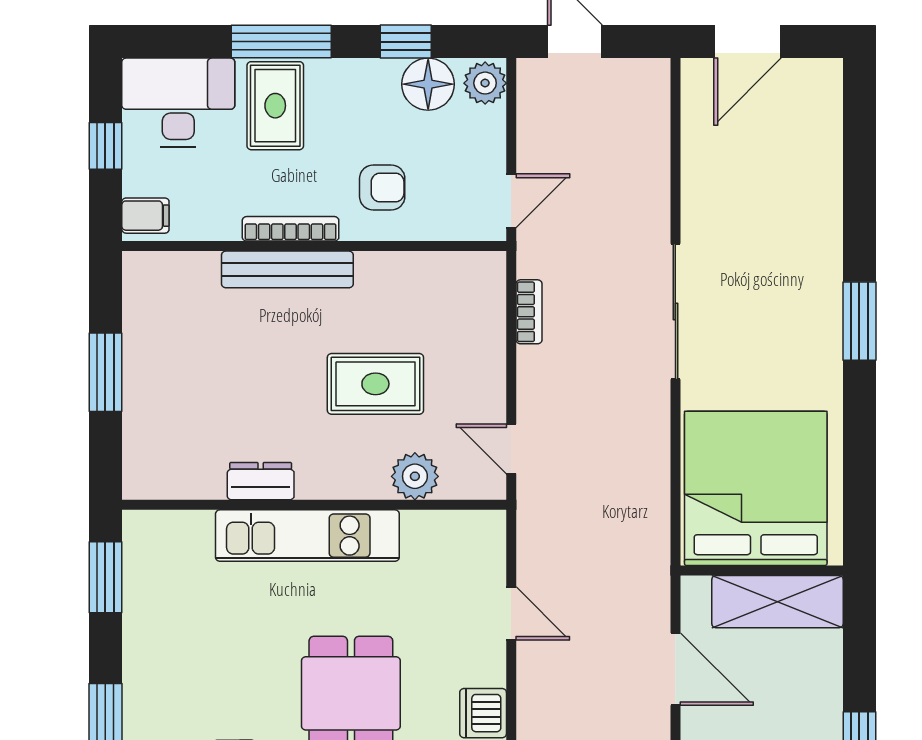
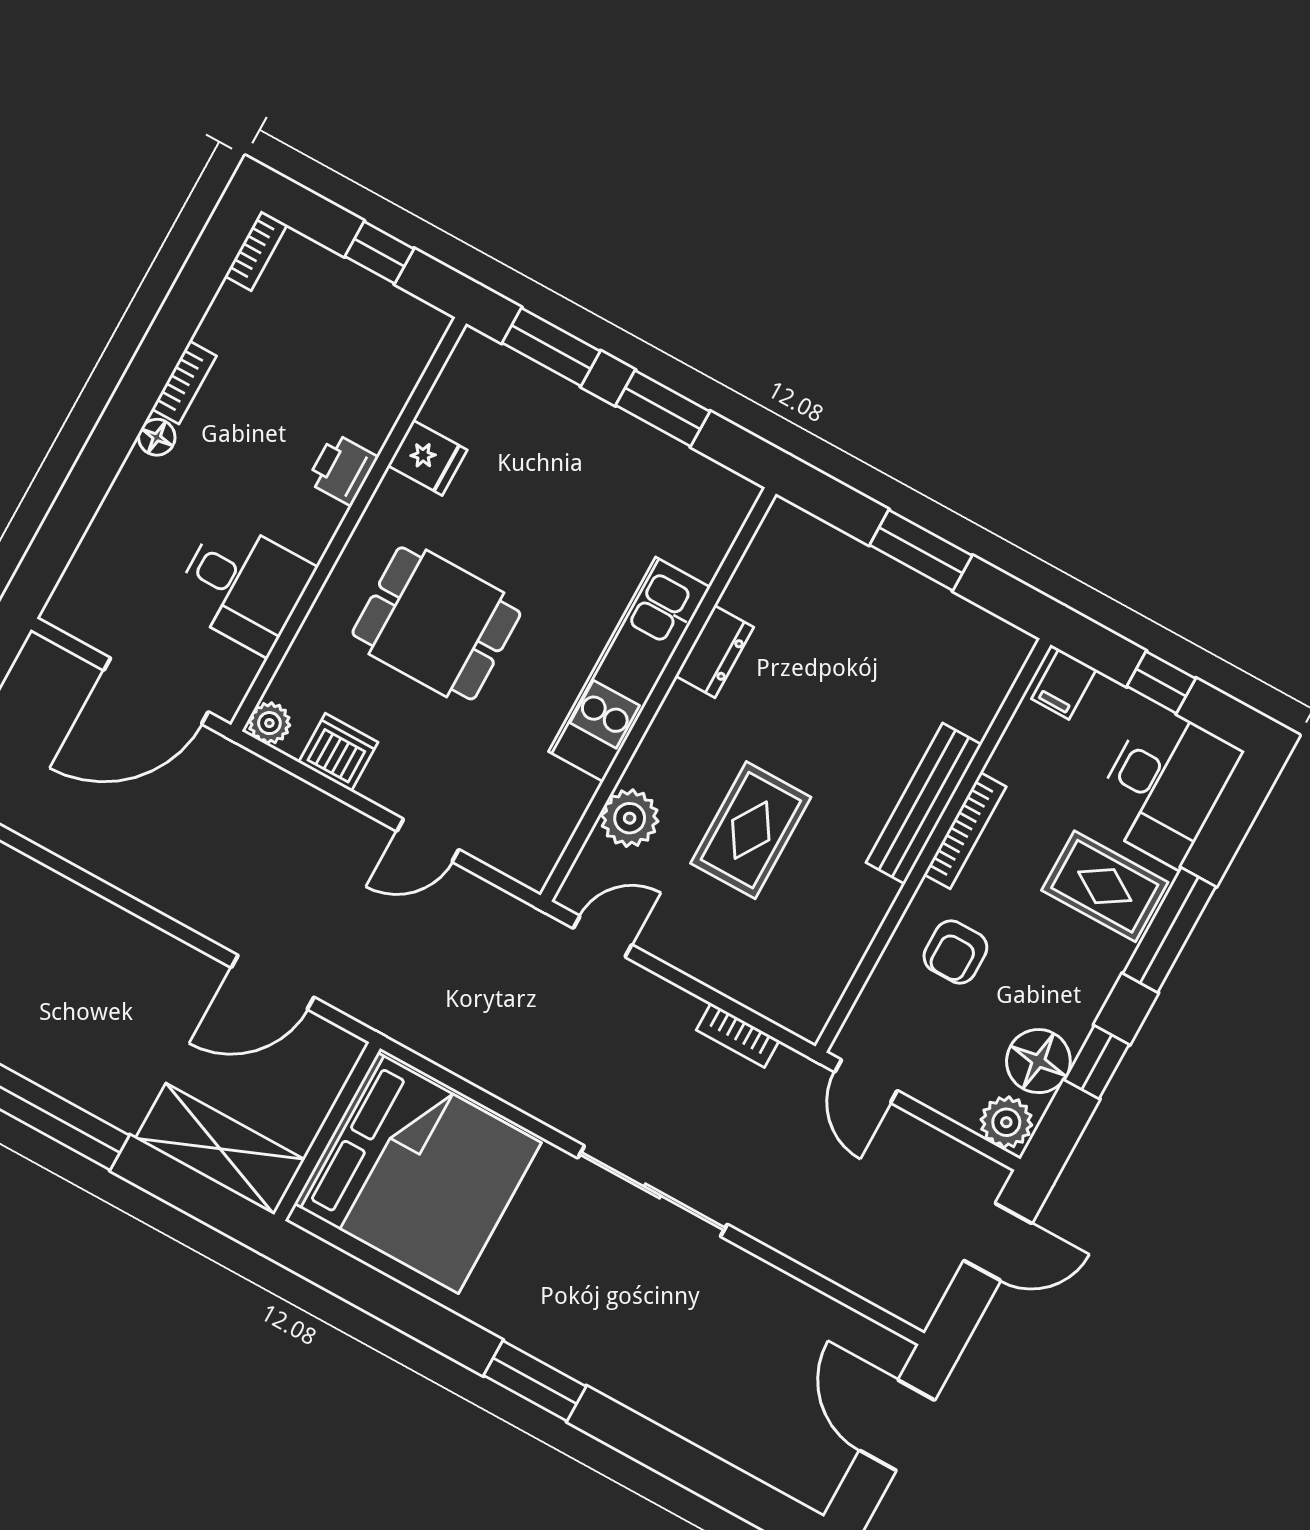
window: (105, 577) -> (663, 408), moved
shelving: (778, 602) -> (220, 1149), moved, turned 90

